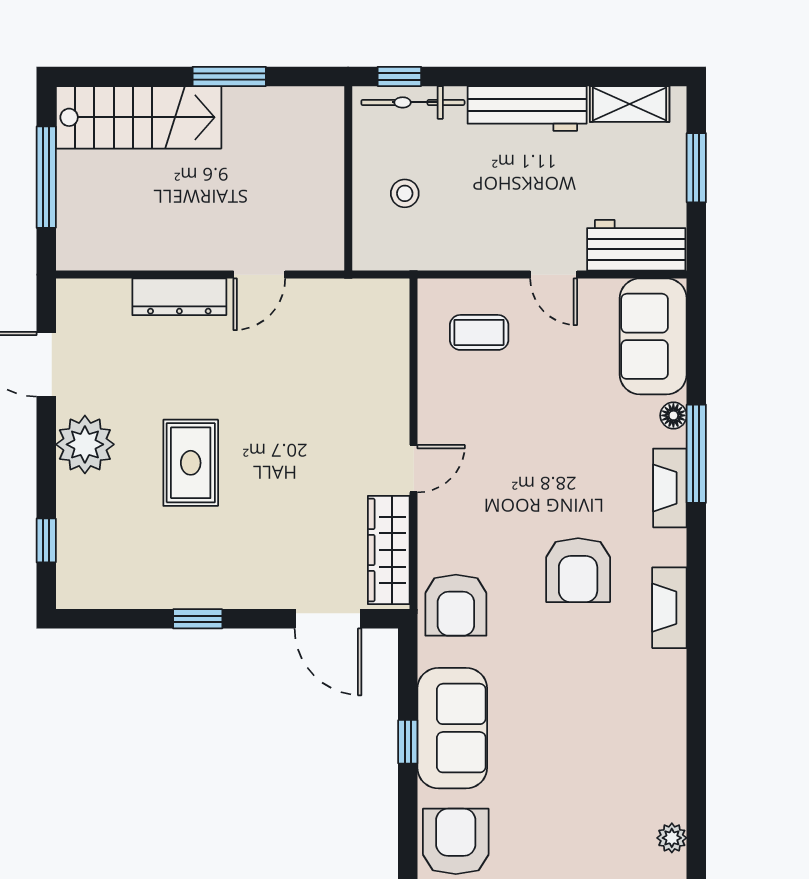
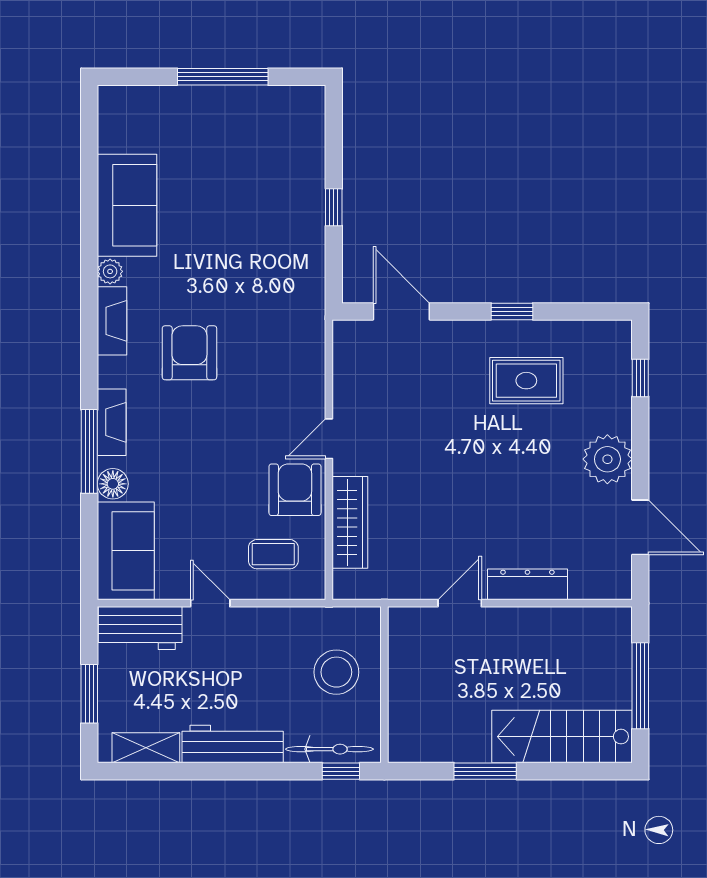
stool: (405, 193) -> (336, 672), width x1.89, depth x1.89
floor lamp: (673, 415) -> (113, 484), width x1.37, depth x1.37
rug: (191, 463) -> (526, 381), moved, turned 90
wardrobe: (389, 550) -> (350, 522), moved
armchair: (456, 605) -> (295, 490), moved
sofa: (452, 728) -> (127, 205), moved, turned 180
plant: (672, 838) -> (110, 271), moved
armchair: (456, 841) -> (293, 123), removed

